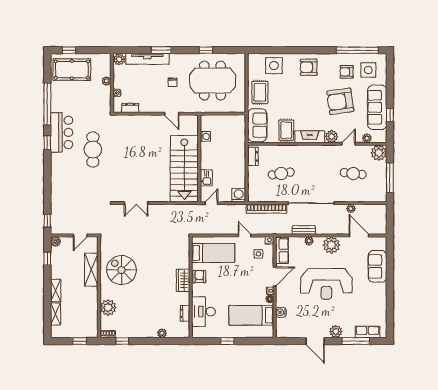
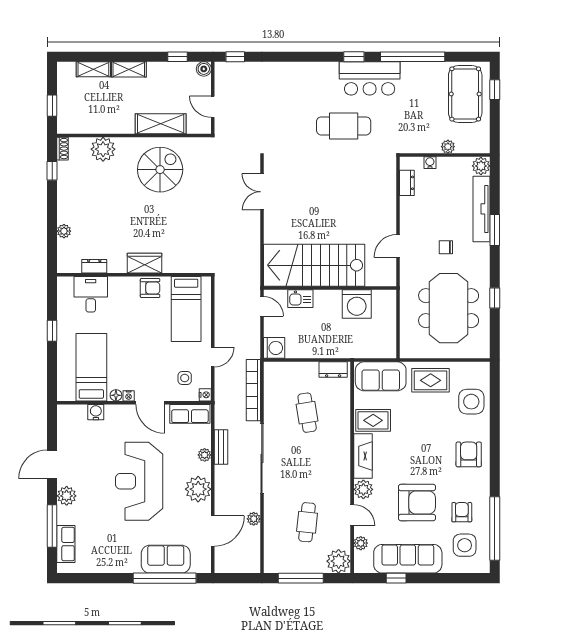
armchair: (340, 101) -> (417, 503), turned 98
washing machine: (205, 136) -> (357, 304), width x1.89, depth x1.89
window: (390, 267) -> (165, 578), added
desk: (203, 312) -> (91, 294), width x0.73

